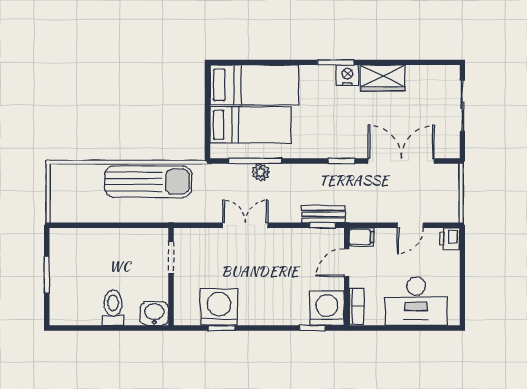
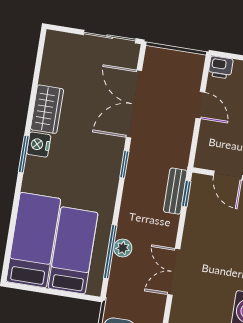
sliding door: (462, 106) -> (110, 37), moved
filing cabinet: (362, 237) -> (204, 156), removed

